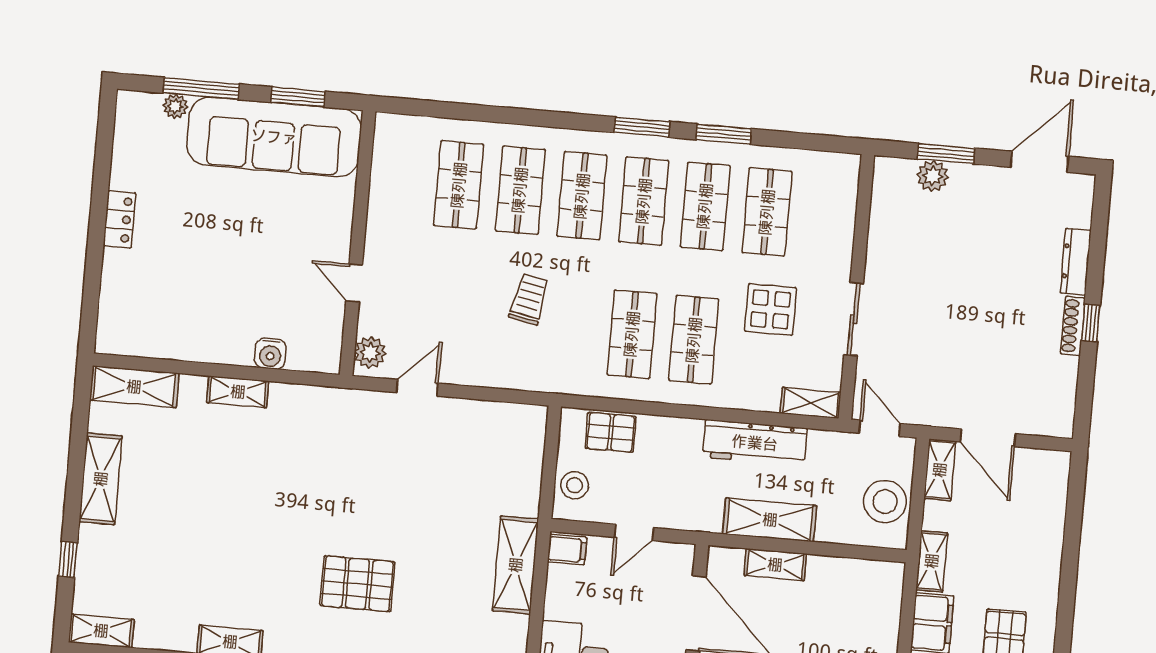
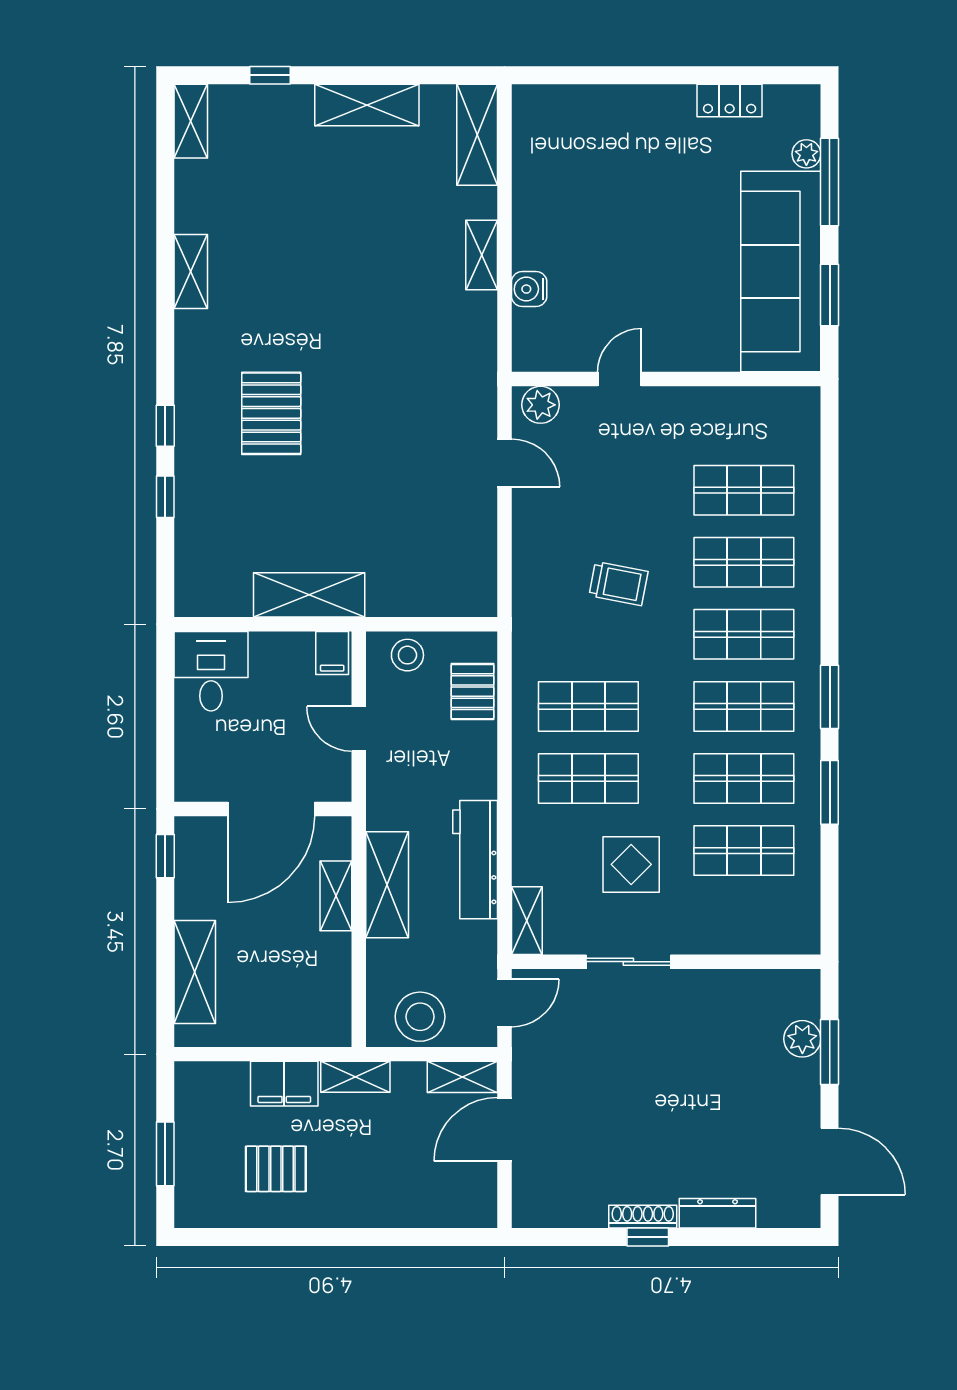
locker: (119, 219) -> (730, 101), moved

